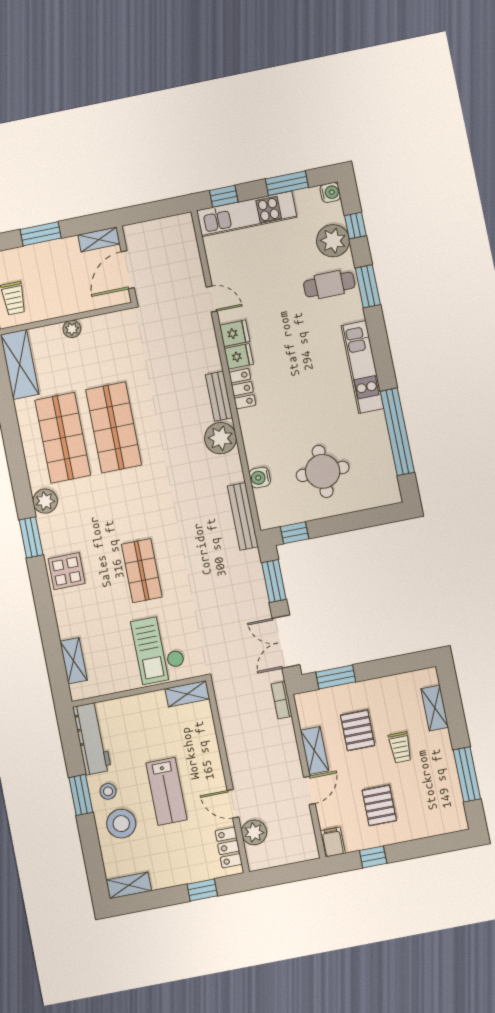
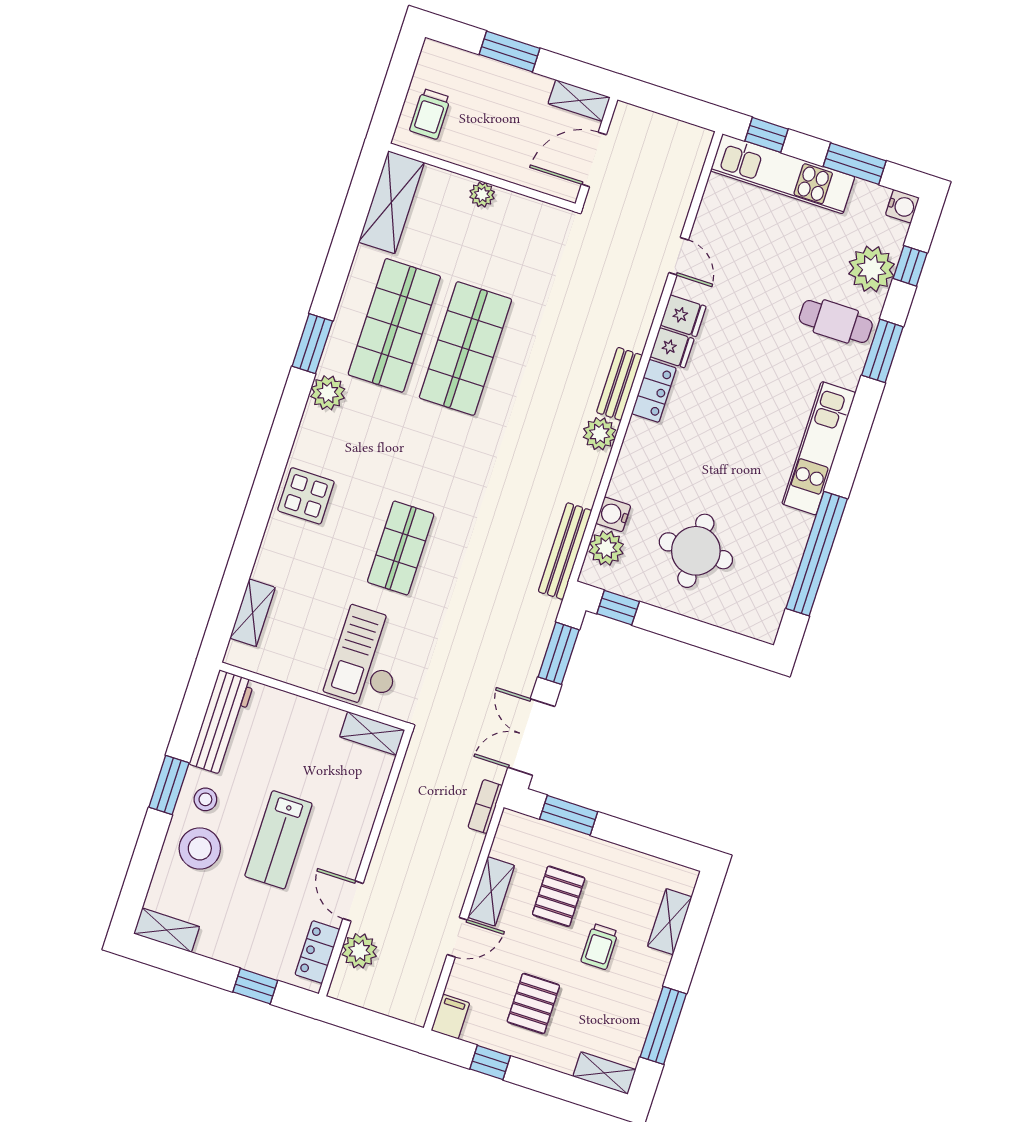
plant: (221, 438) -> (600, 434), width x0.73, depth x0.73
plant: (267, 500) -> (606, 548), added
window: (31, 537) -> (312, 344), moved
shelving: (447, 824) -> (604, 1073), added

